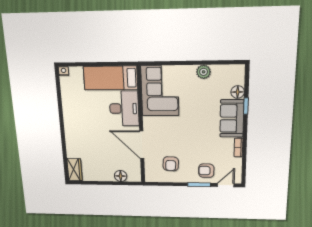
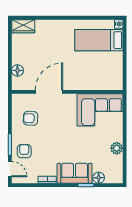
bed: (110, 78) -> (99, 40), moved, turned -90
desk: (124, 109) -> (84, 77), removed

